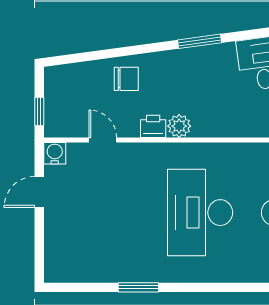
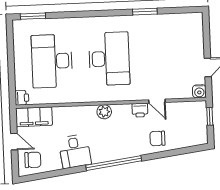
window: (200, 41) -> (114, 163), width x2.11
plant: (179, 126) -> (104, 112), moved
door: (103, 140) -> (157, 101), moved

